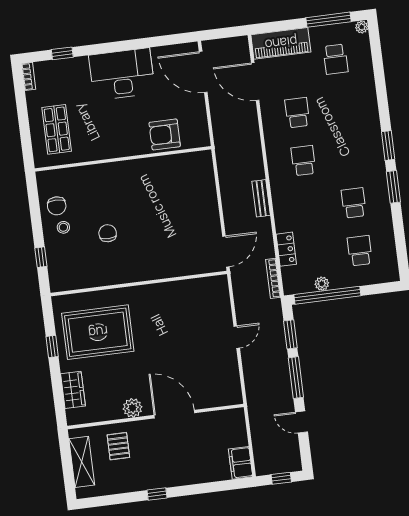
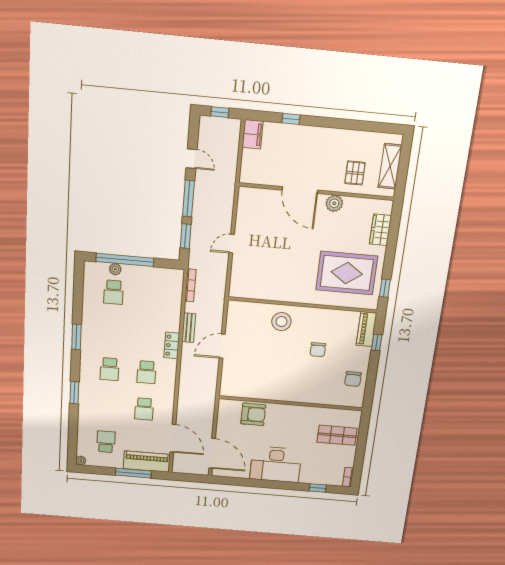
window: (328, 20) -> (133, 473), moved
shop shelf: (57, 129) -> (337, 435), turned 90
window: (388, 146) -> (74, 393), moved
bench: (261, 198) -> (189, 328), moved
school desk: (354, 203) -> (110, 369), moved
chair: (57, 206) -> (353, 379), turned 180
stool: (63, 227) -> (281, 322), moved, width x1.89, depth x1.89
locker: (286, 249) -> (172, 345), moved
door: (226, 252) -> (222, 346), moved
piano: (57, 271) -> (366, 329), added
plant: (322, 284) -> (115, 269), moved
window: (327, 295) -> (125, 260), moved
window: (52, 347) -> (385, 288), moved
window: (157, 494) -> (291, 119), moved

